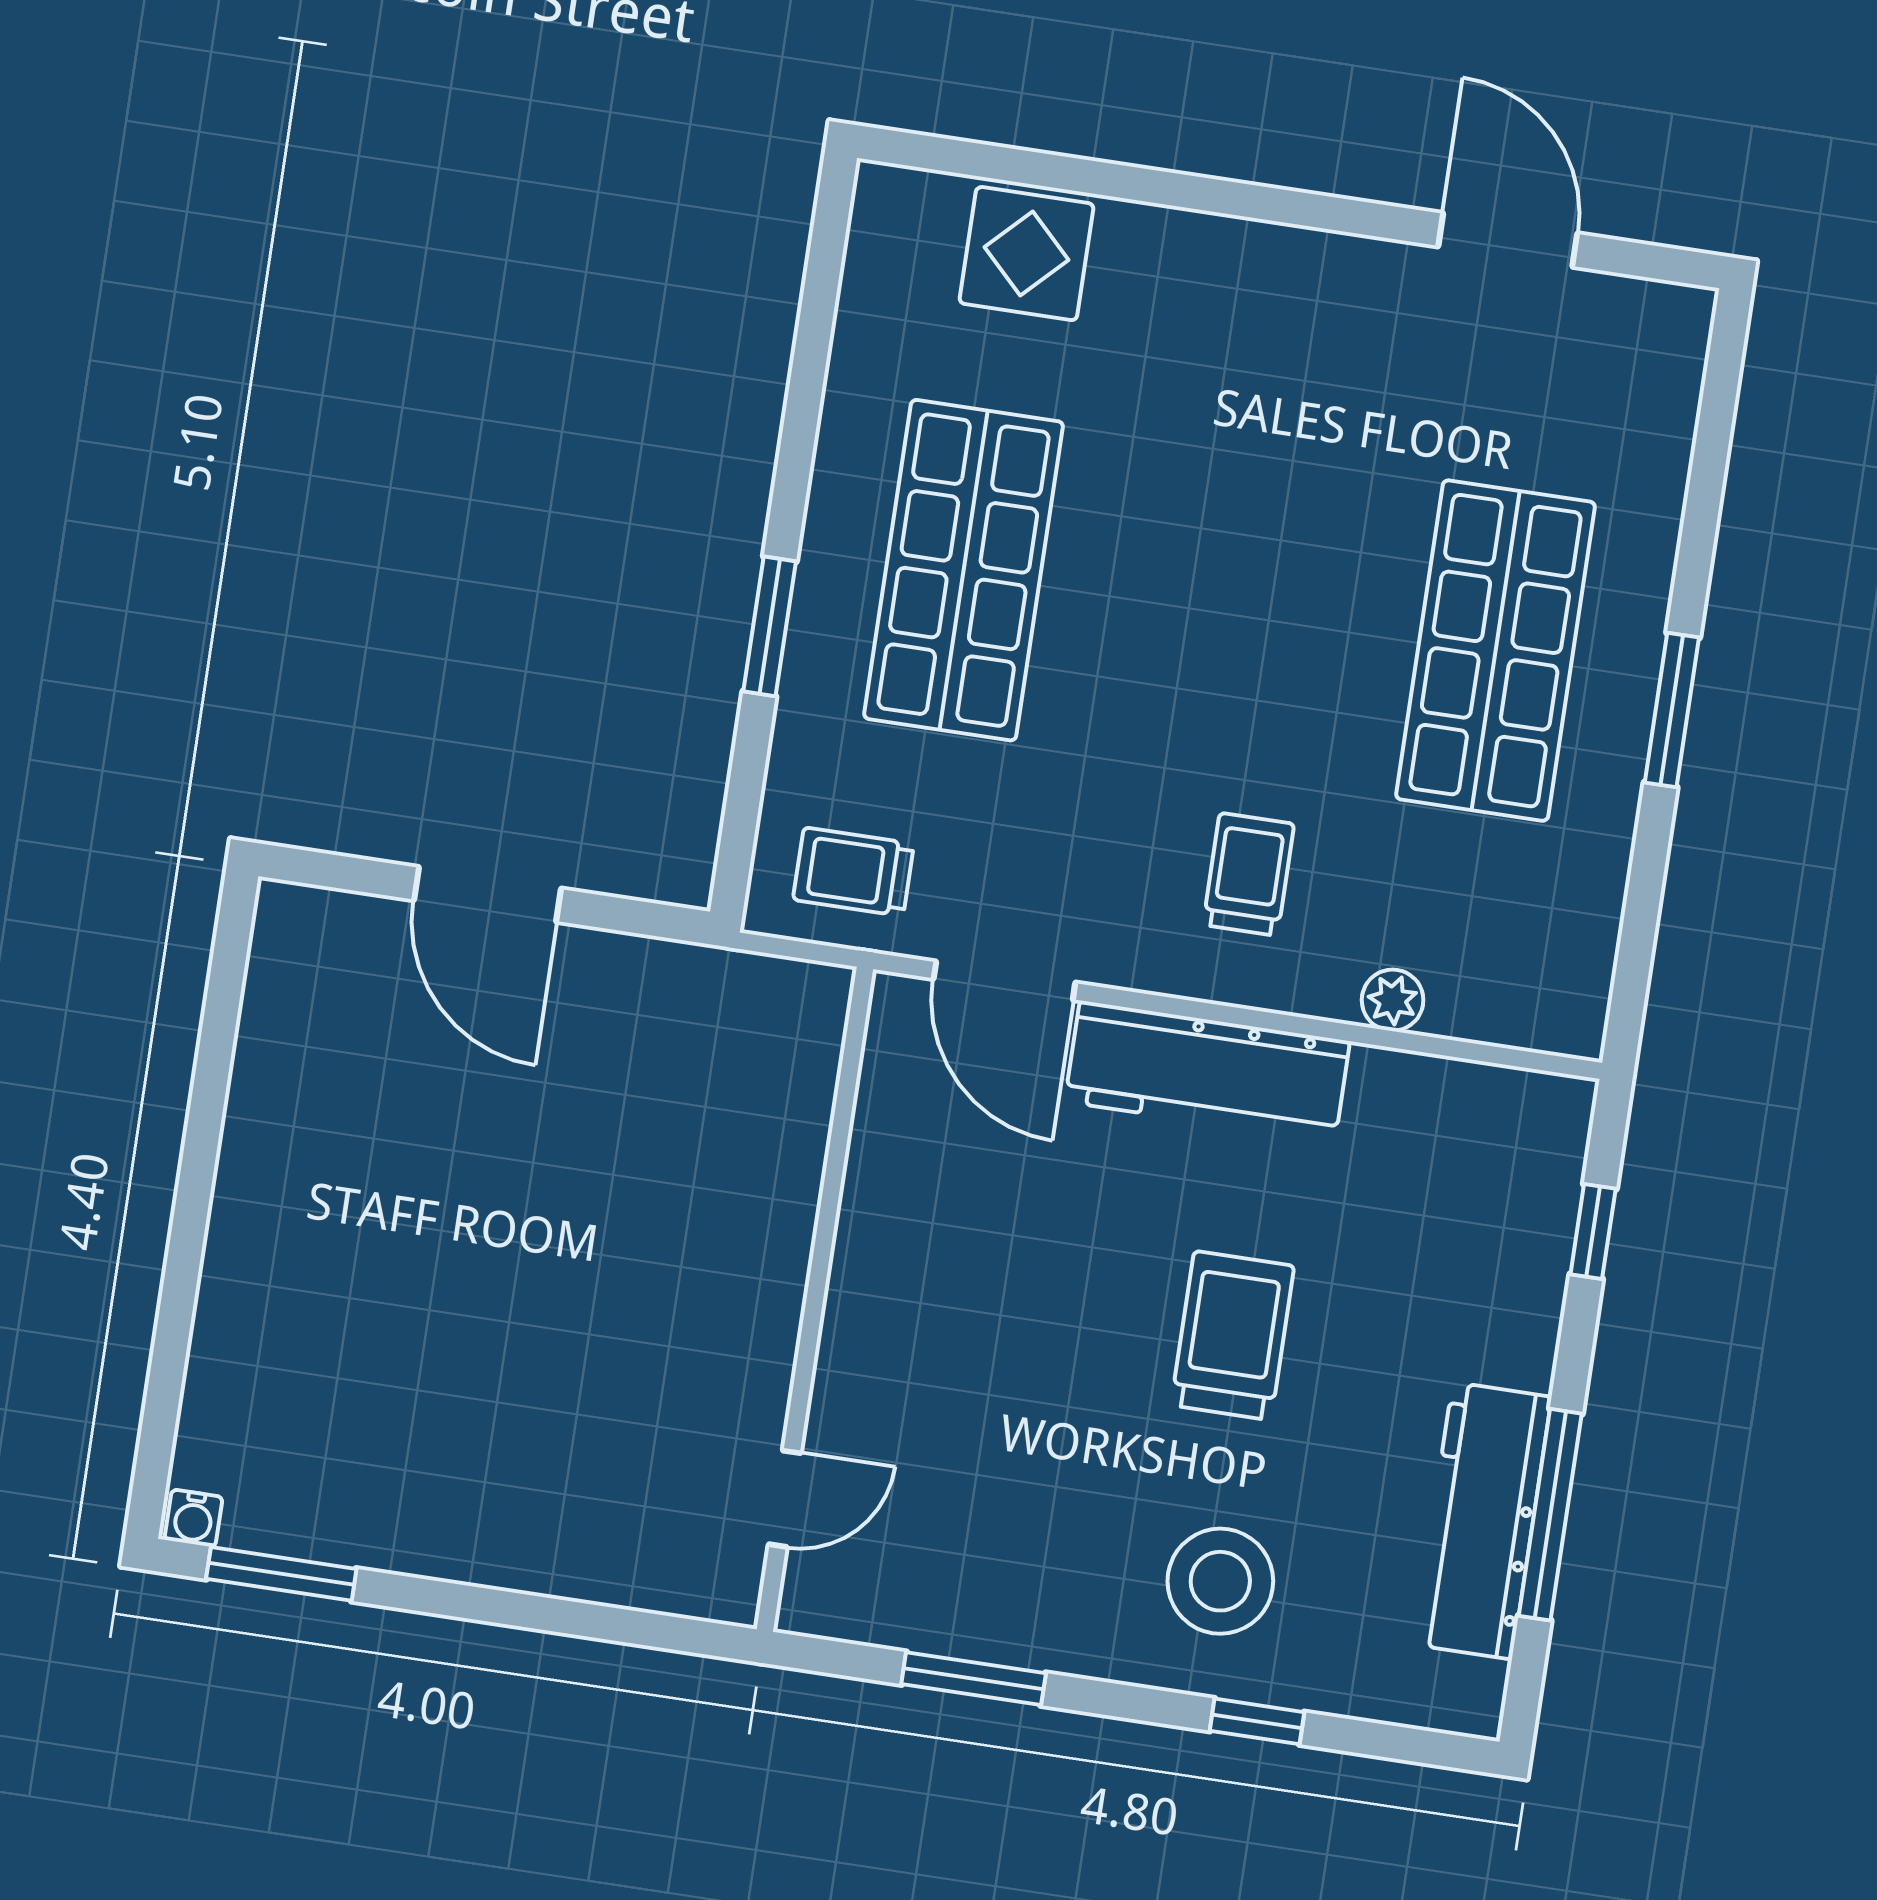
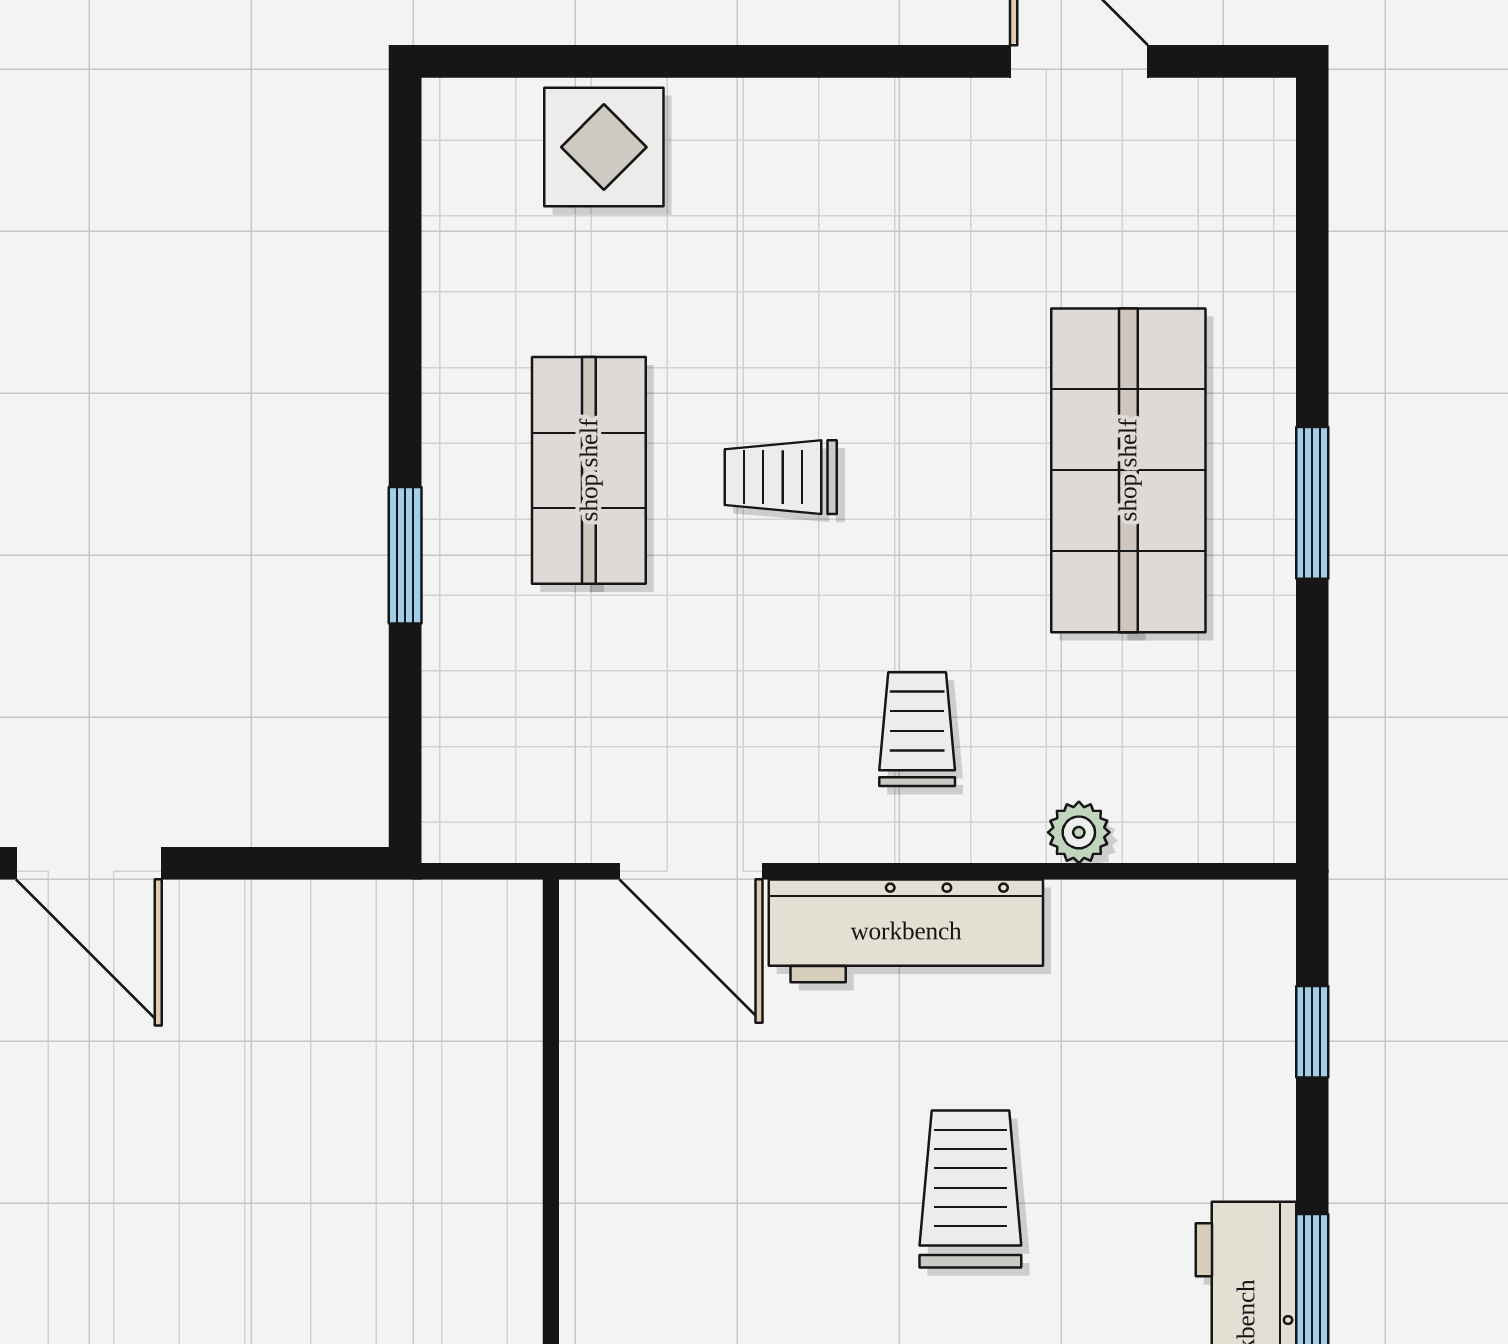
shop shelf: (964, 570) -> (589, 470), width x0.70, depth x0.74
trolley: (853, 872) -> (781, 477), moved
door: (488, 894) -> (89, 863), moved

